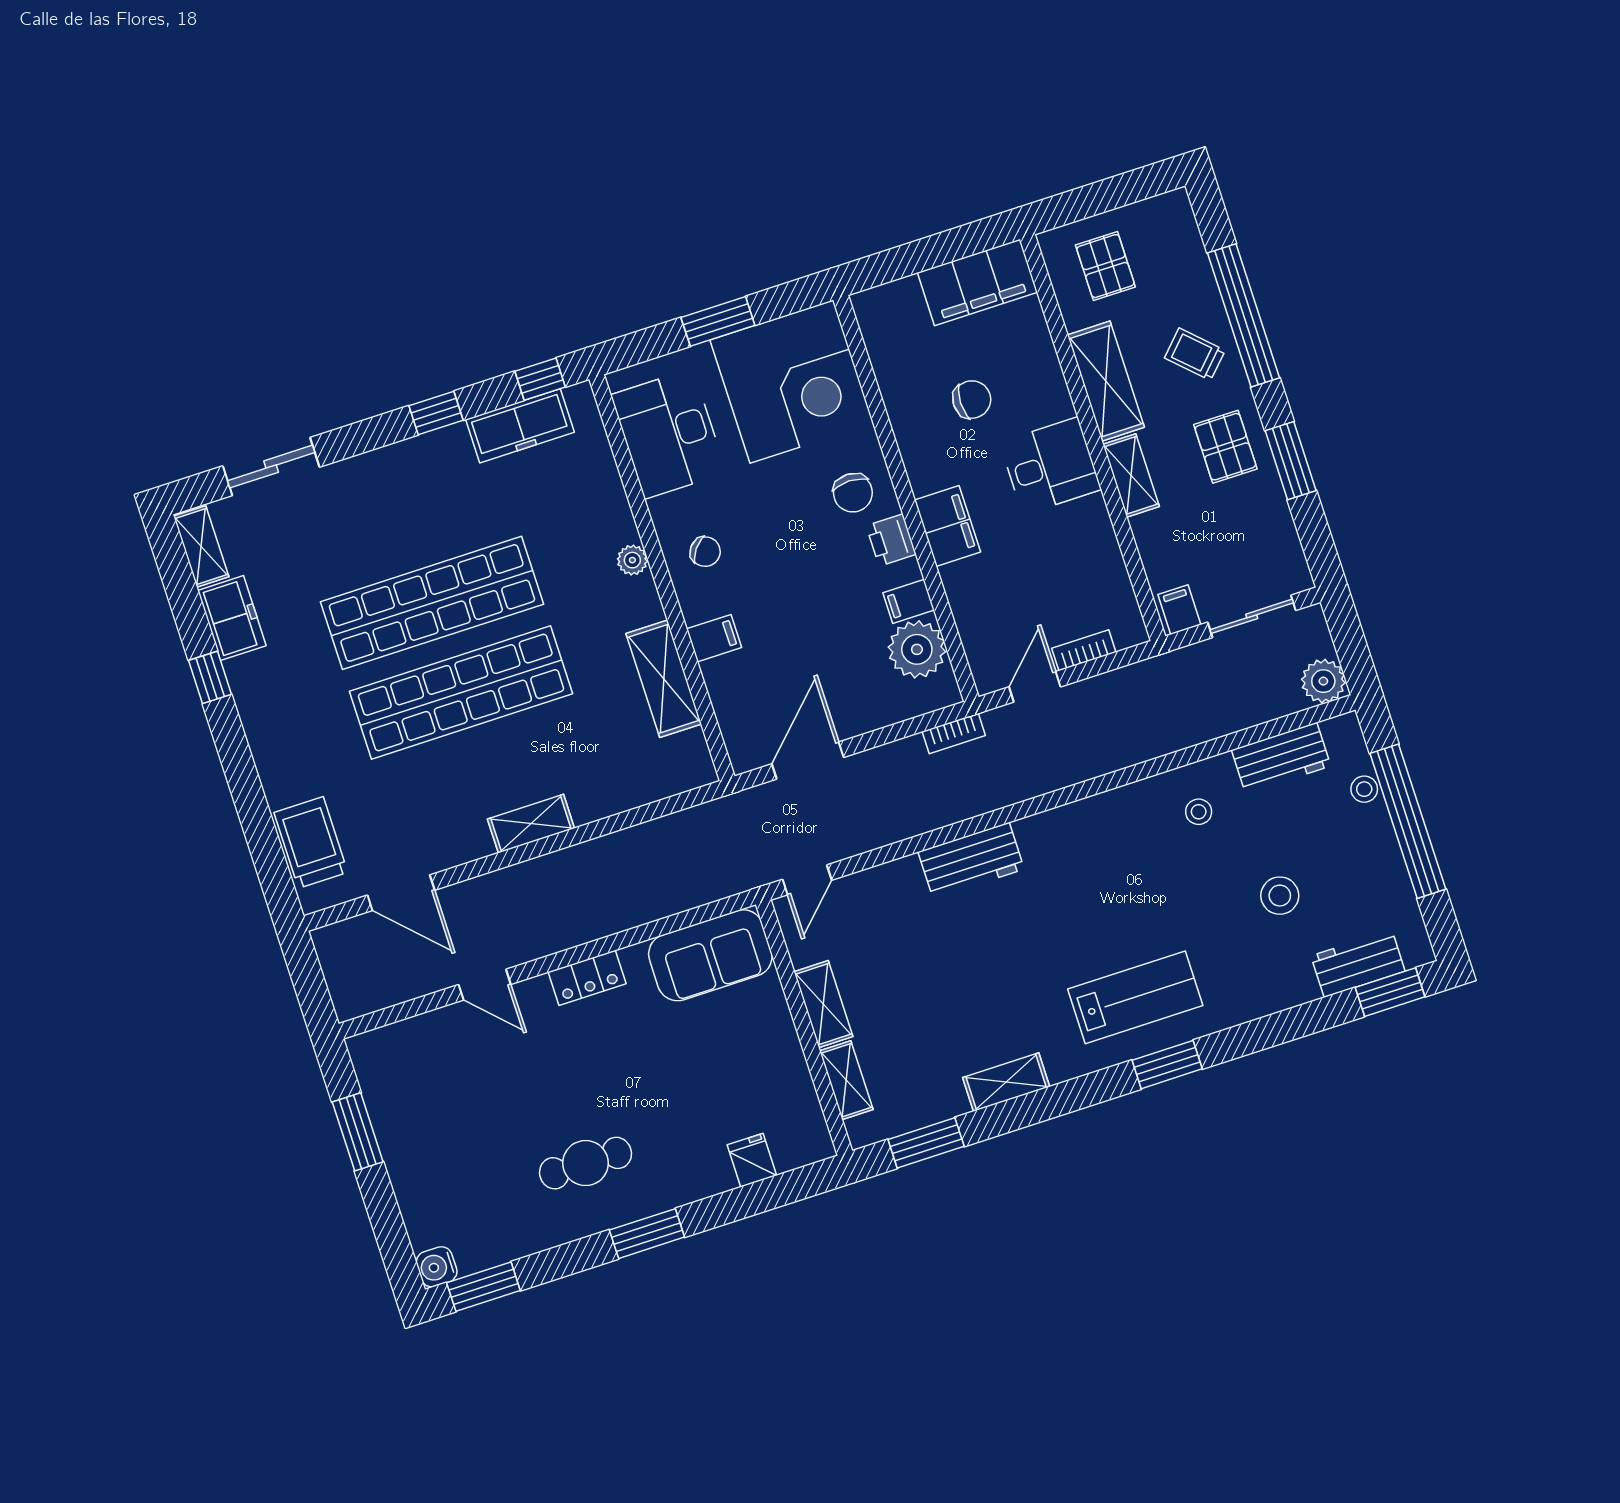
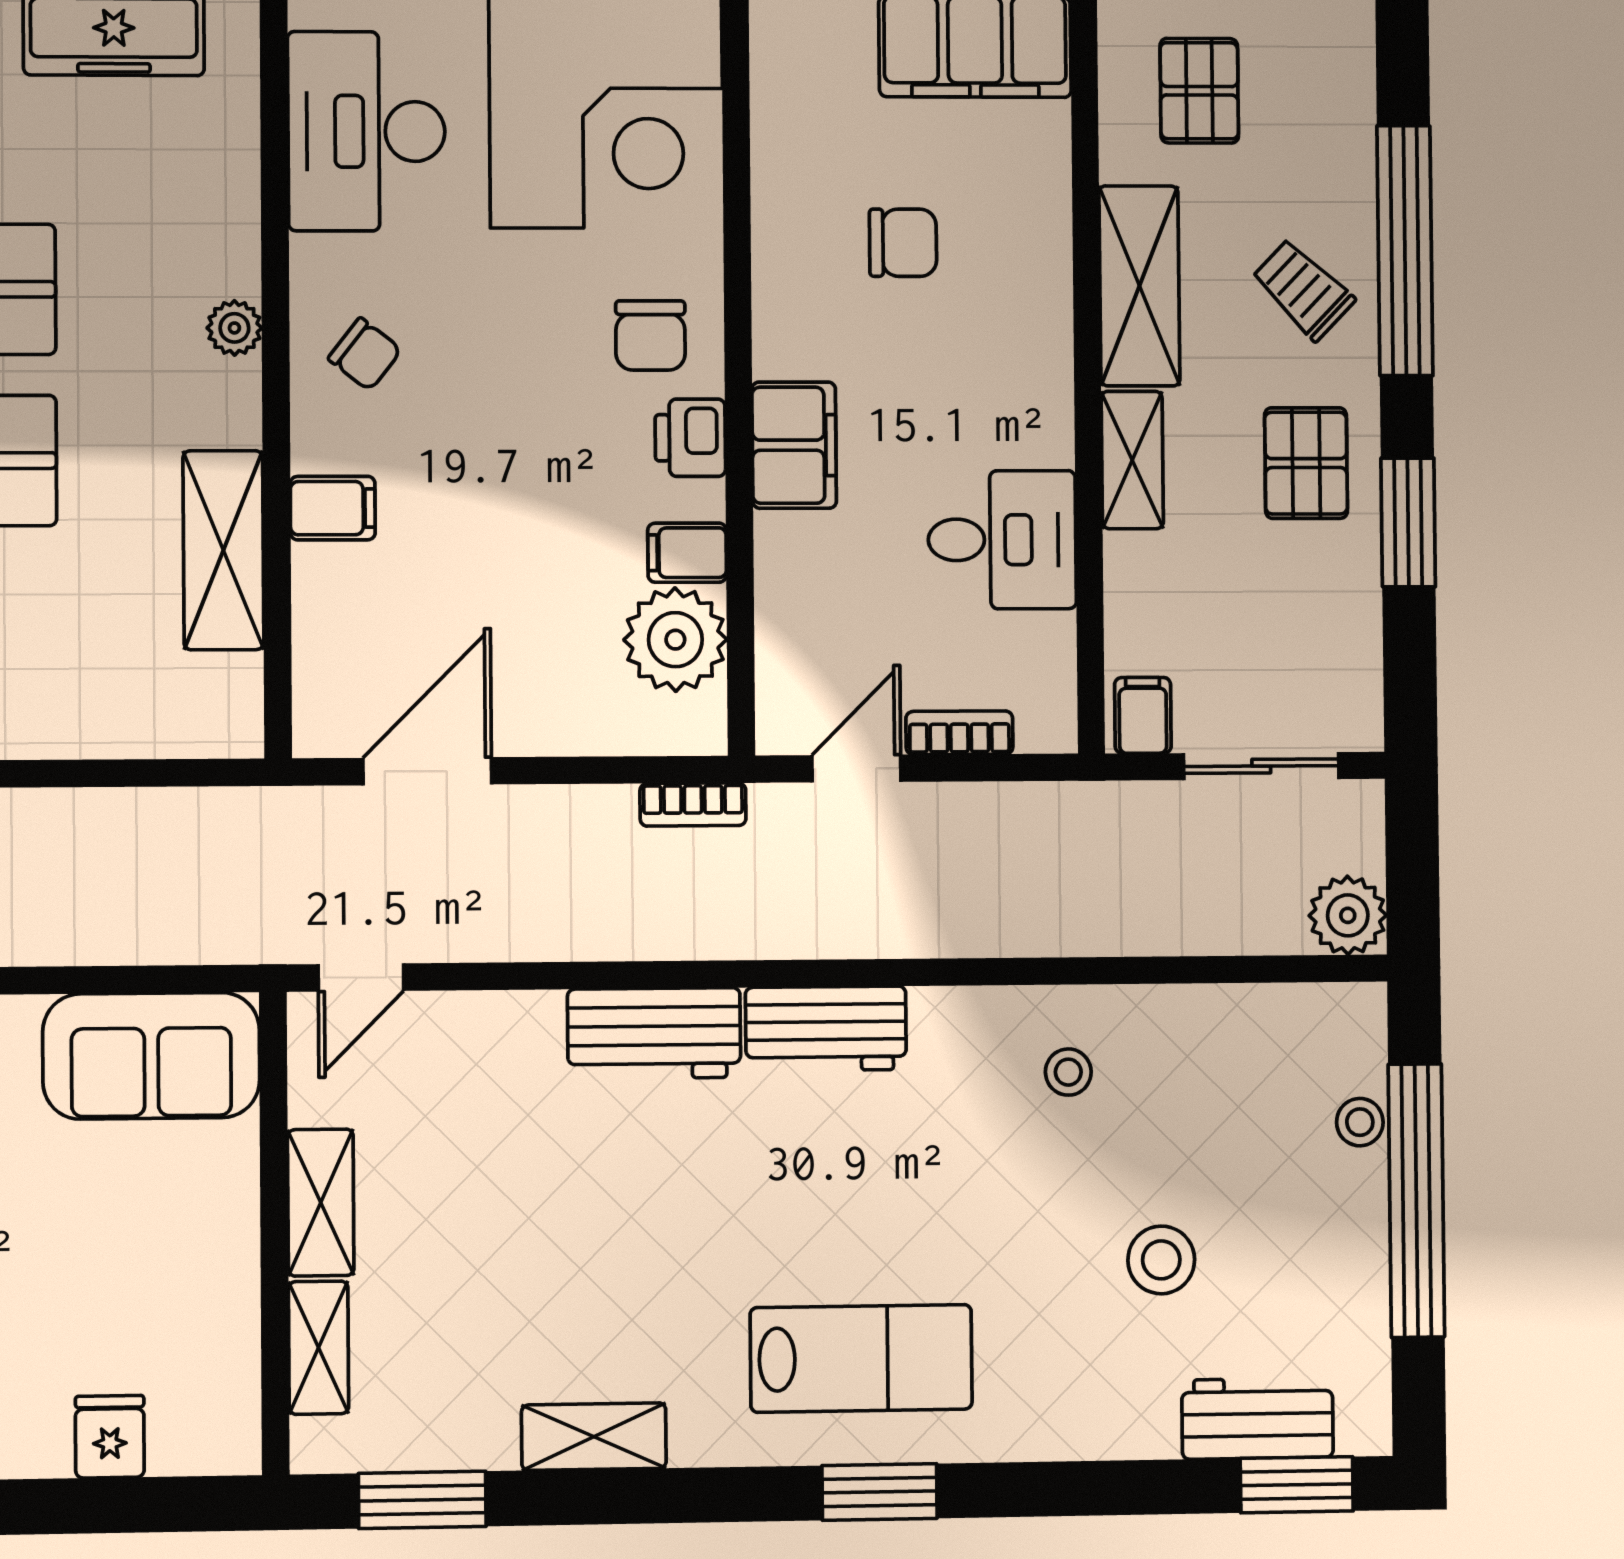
desk: (1050, 466) -> (1002, 540), moved
workbench: (1281, 758) -> (826, 1029), moved

